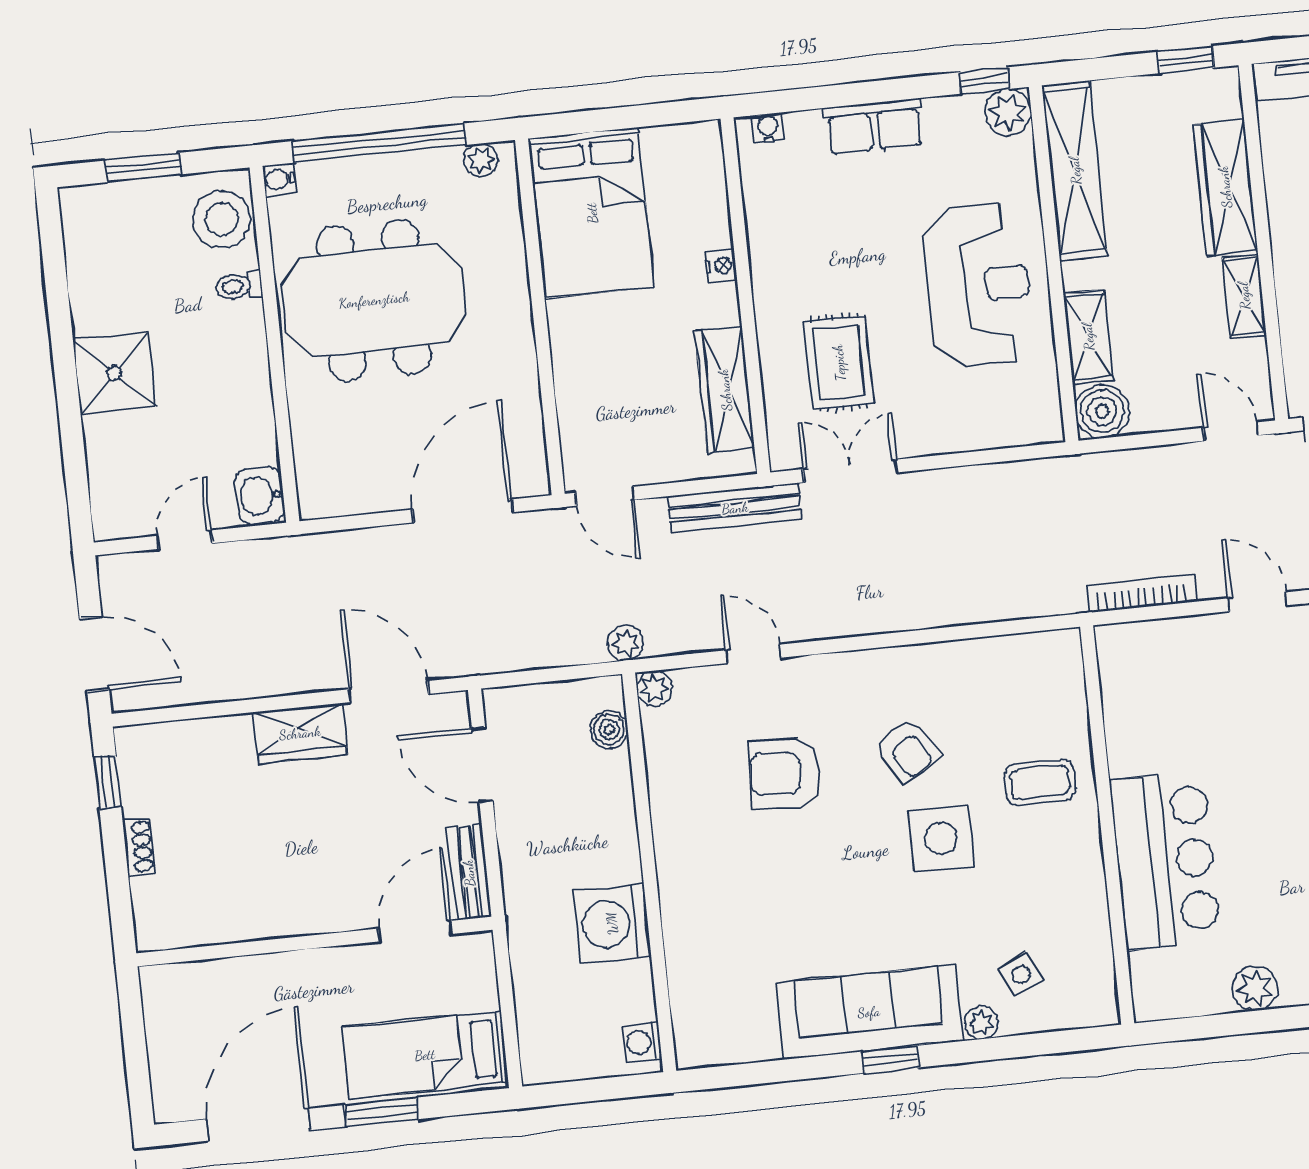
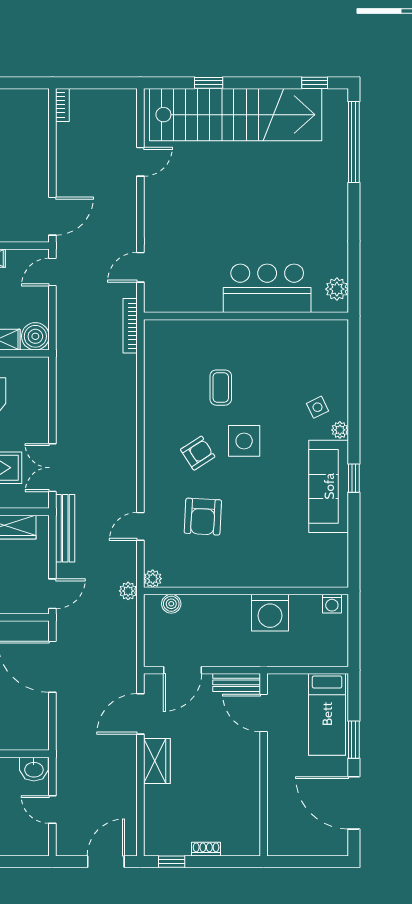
wall: (1107, 825) -> (246, 316), moved
bar counter: (1165, 861) -> (267, 288), moved

